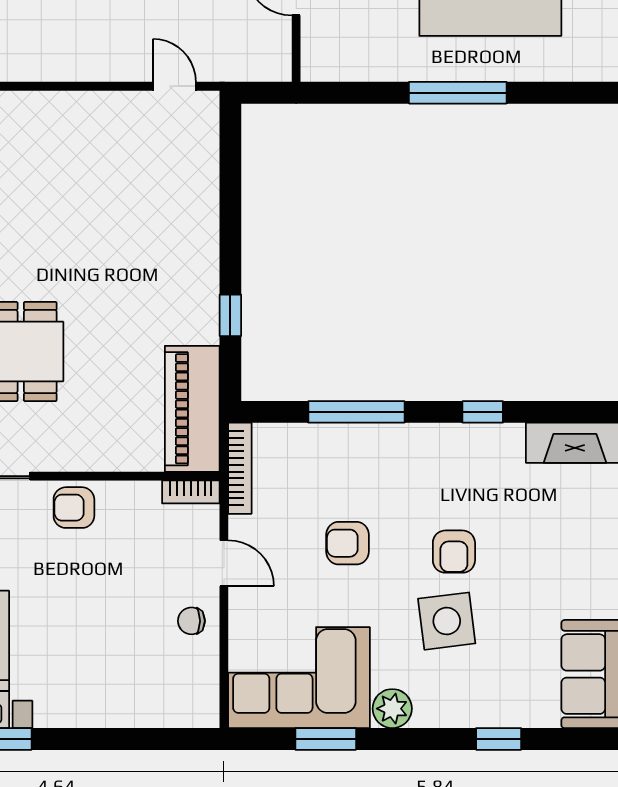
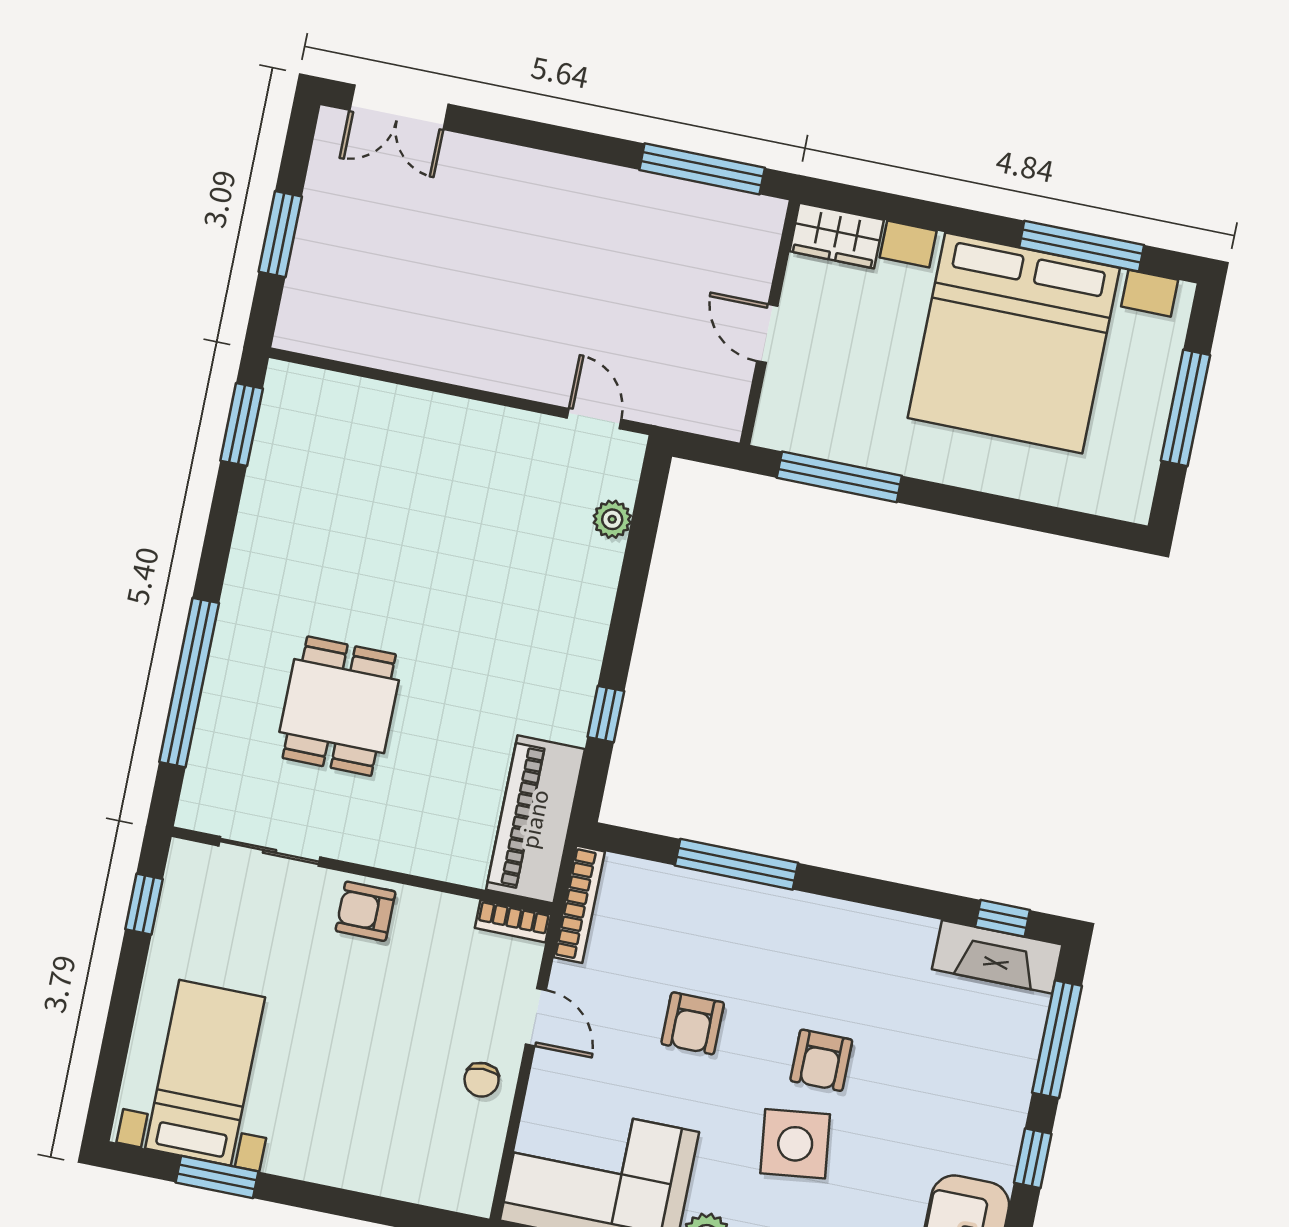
window: (458, 93) -> (839, 477), moved
plant: (204, 162) -> (612, 519), added
window: (483, 412) -> (1003, 918), moved
armchair: (347, 543) -> (693, 1023), turned -90
chair: (191, 621) -> (482, 1080), turned -90

